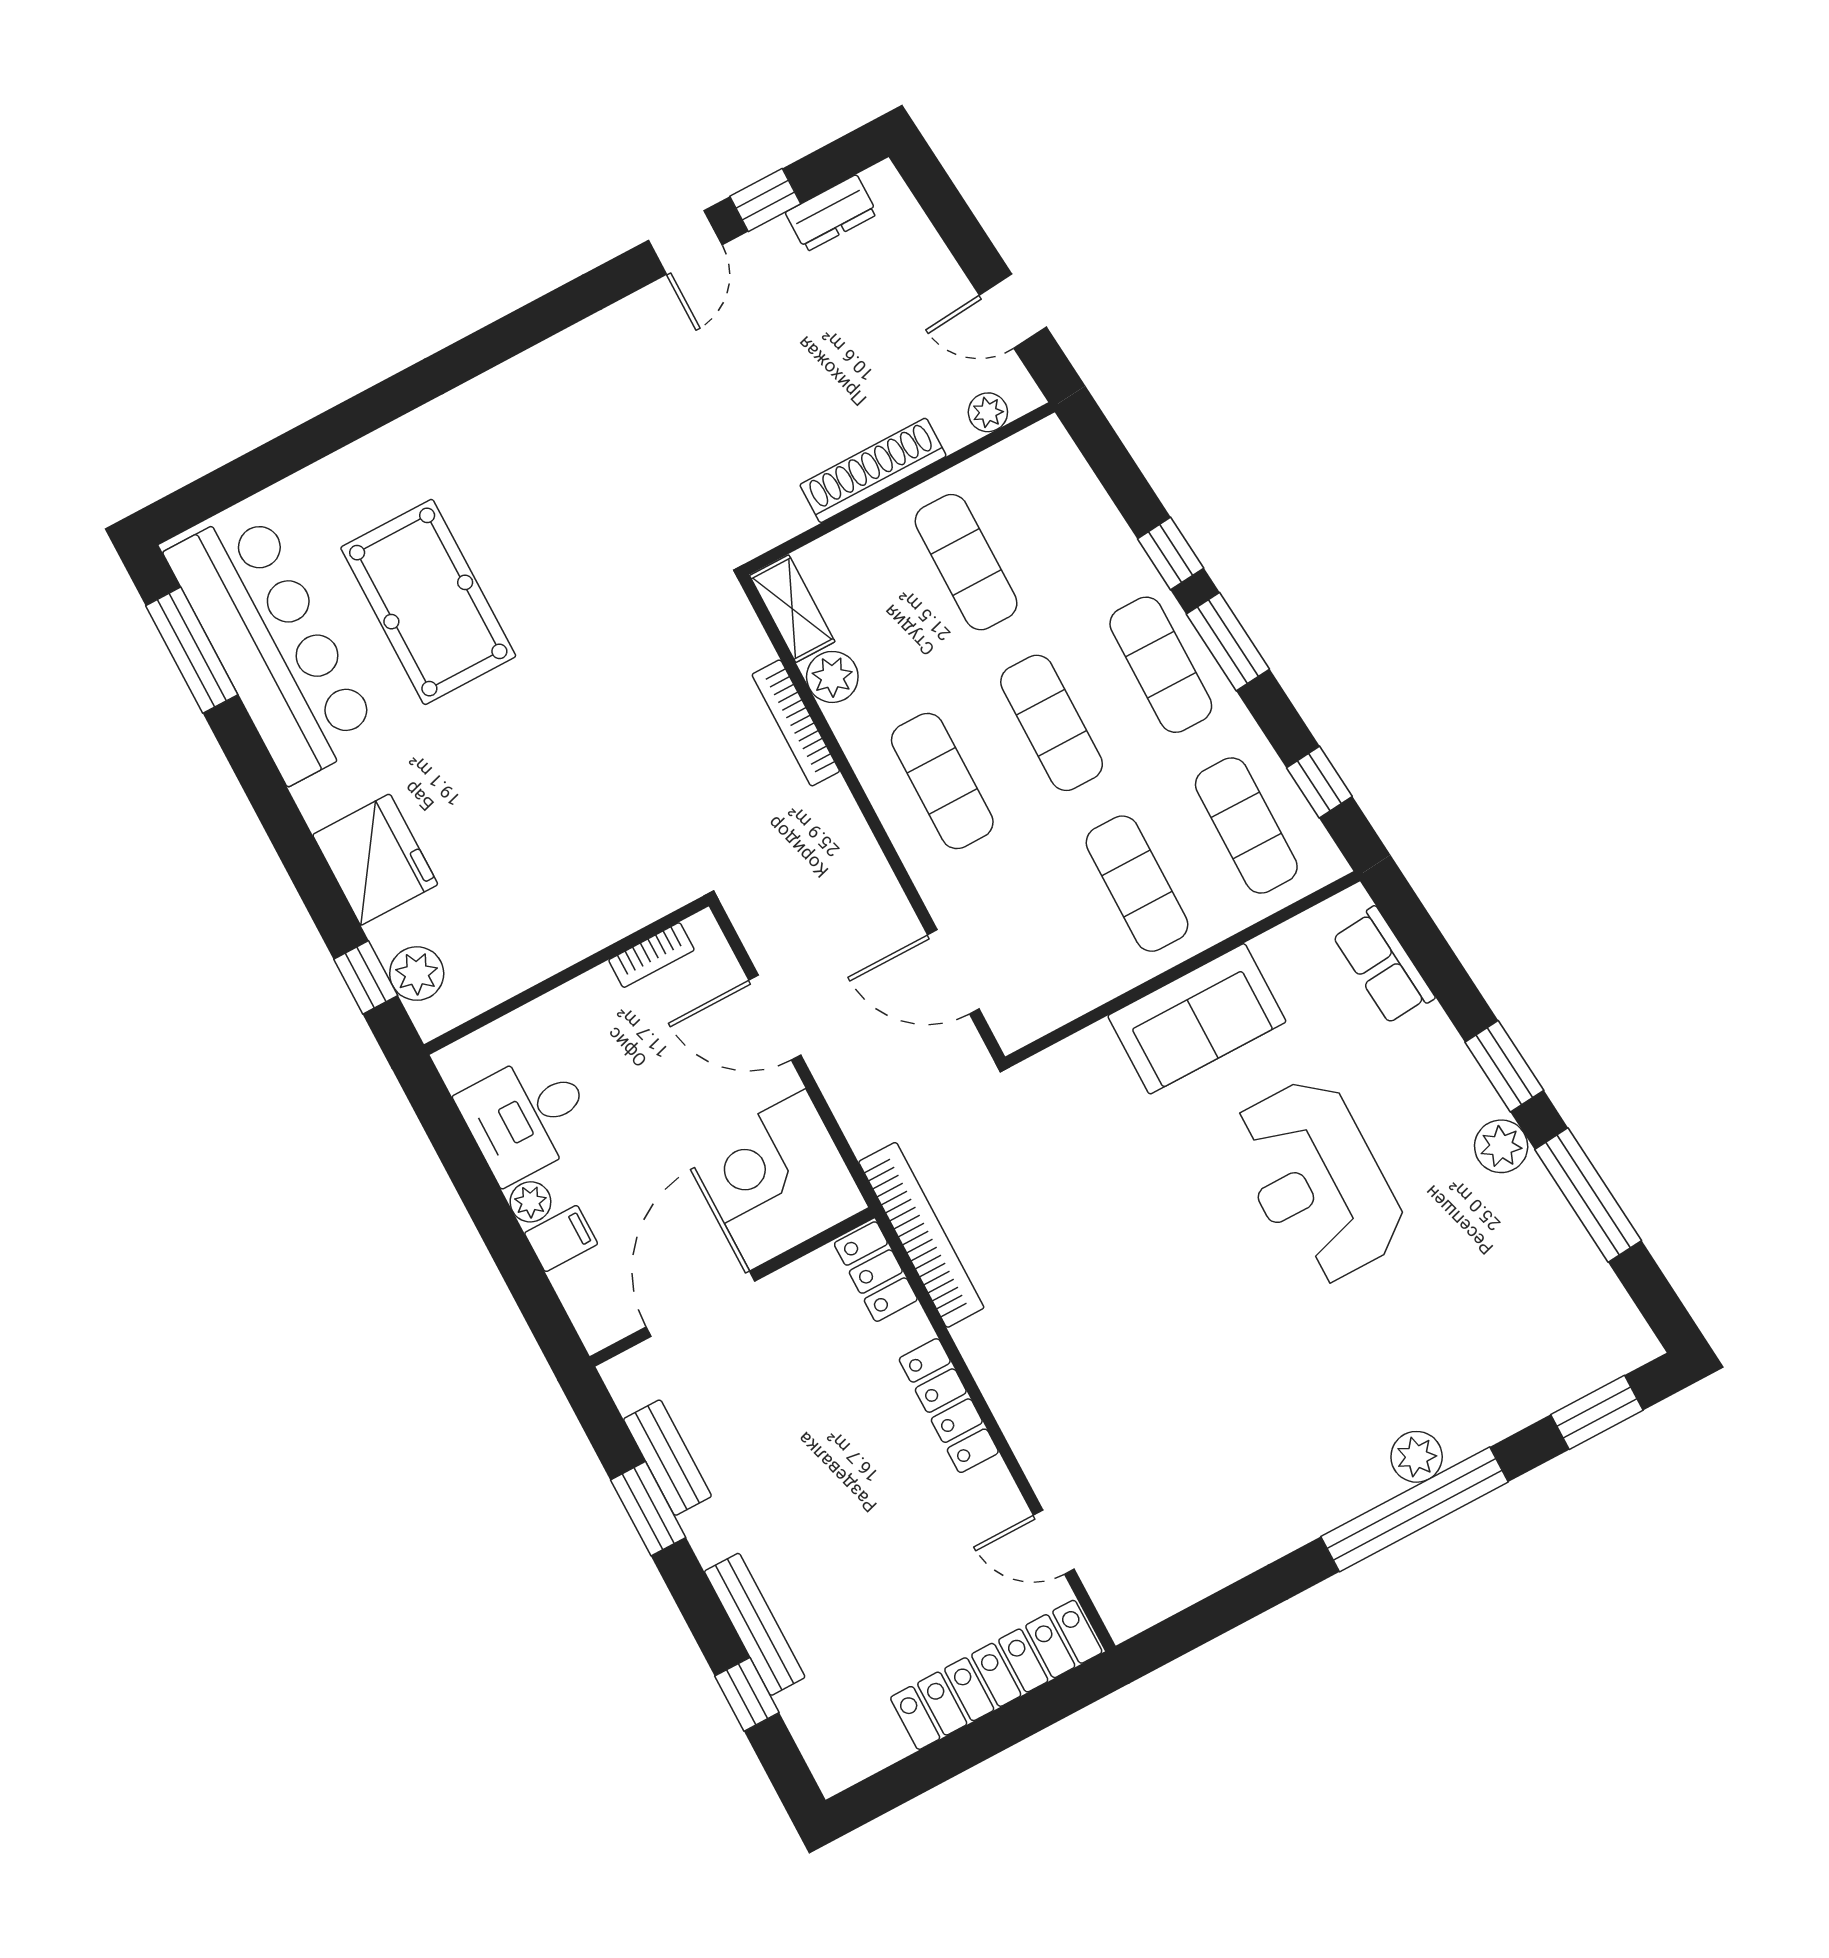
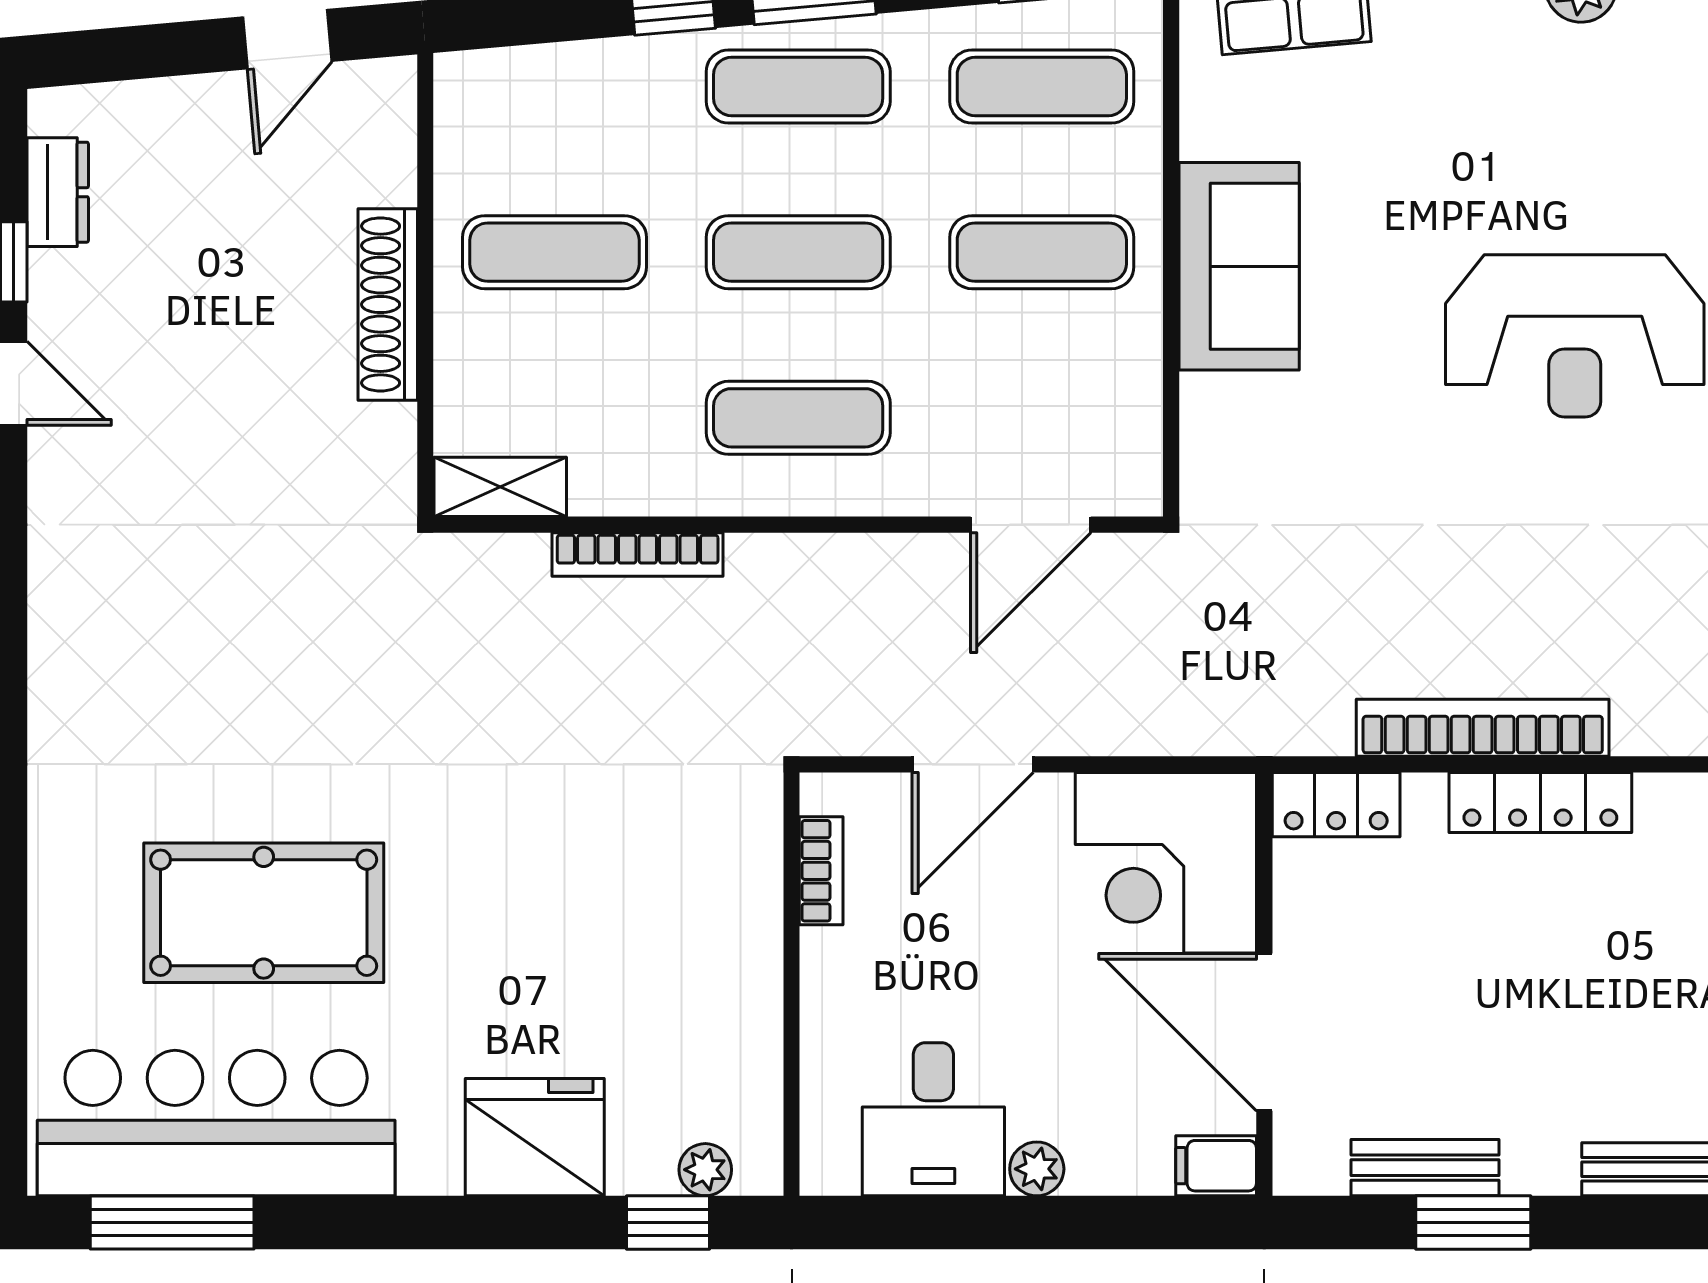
plant: (988, 412) -> (391, 132), removed
plant: (832, 677) -> (606, 482), removed
plant: (417, 974) -> (705, 1170), width x0.73, depth x0.73
reception desk: (1317, 1181) -> (1575, 336), moved
bookcase: (921, 1235) -> (1483, 728), moved
filing cabinet: (561, 1238) -> (1216, 1166), moved, turned -90

